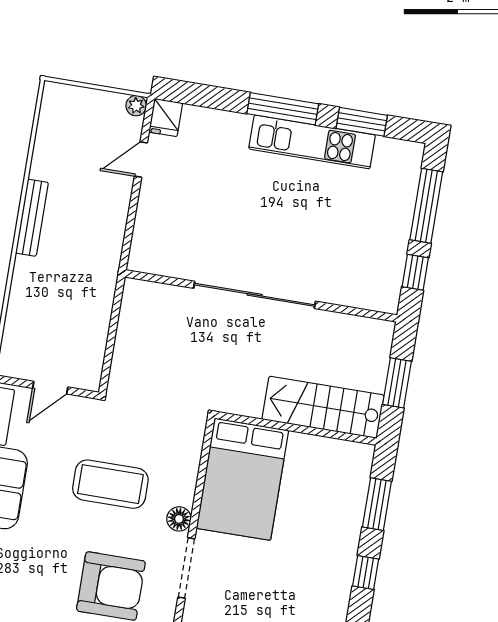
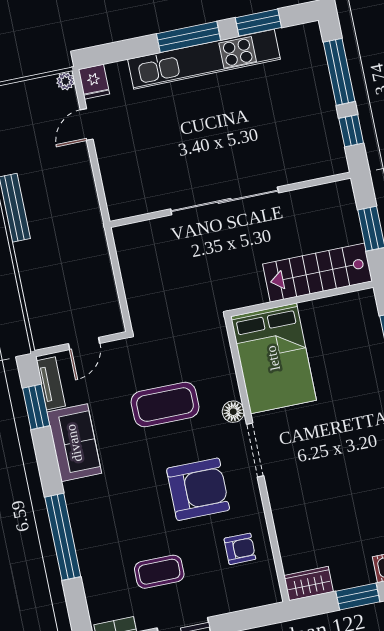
kitchen unit: (312, 142) -> (204, 59), width x1.36

